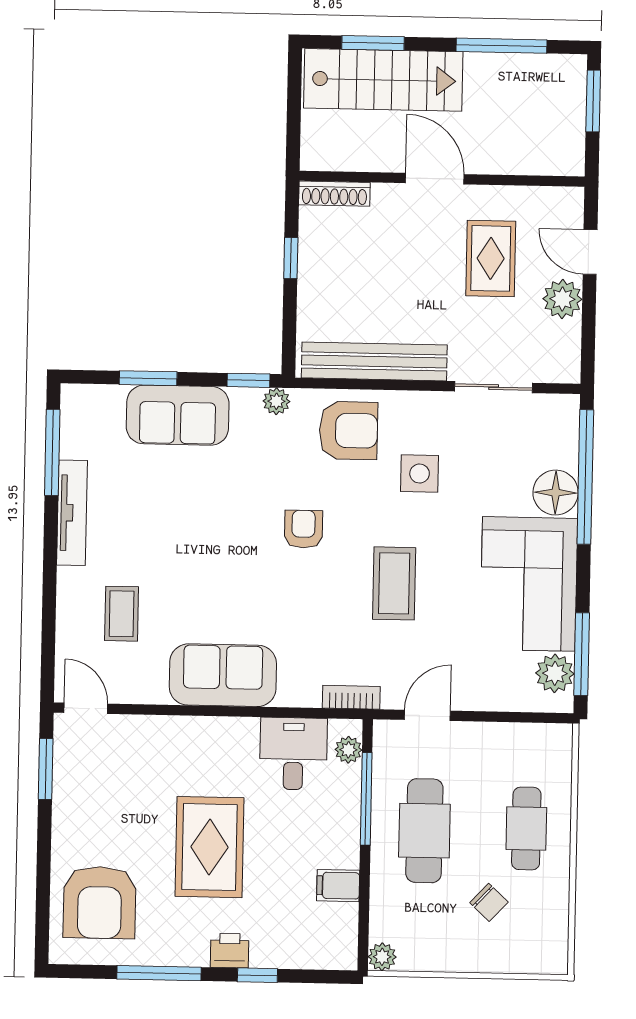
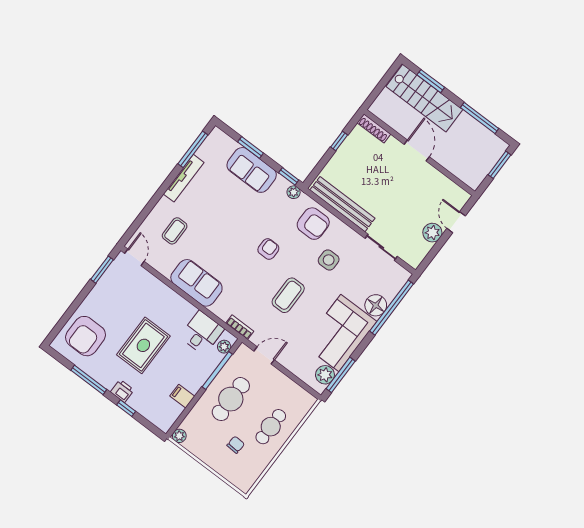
rug: (491, 258) -> (416, 197), removed
chair: (489, 902) -> (236, 445), turned -130

